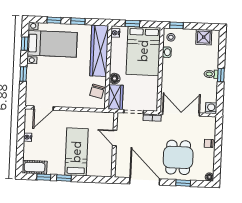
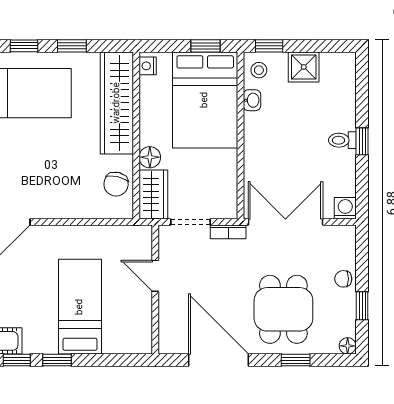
window: (133, 24) -> (205, 46), moved
shower: (204, 37) -> (304, 67), moved
window: (218, 157) -> (362, 306), added

